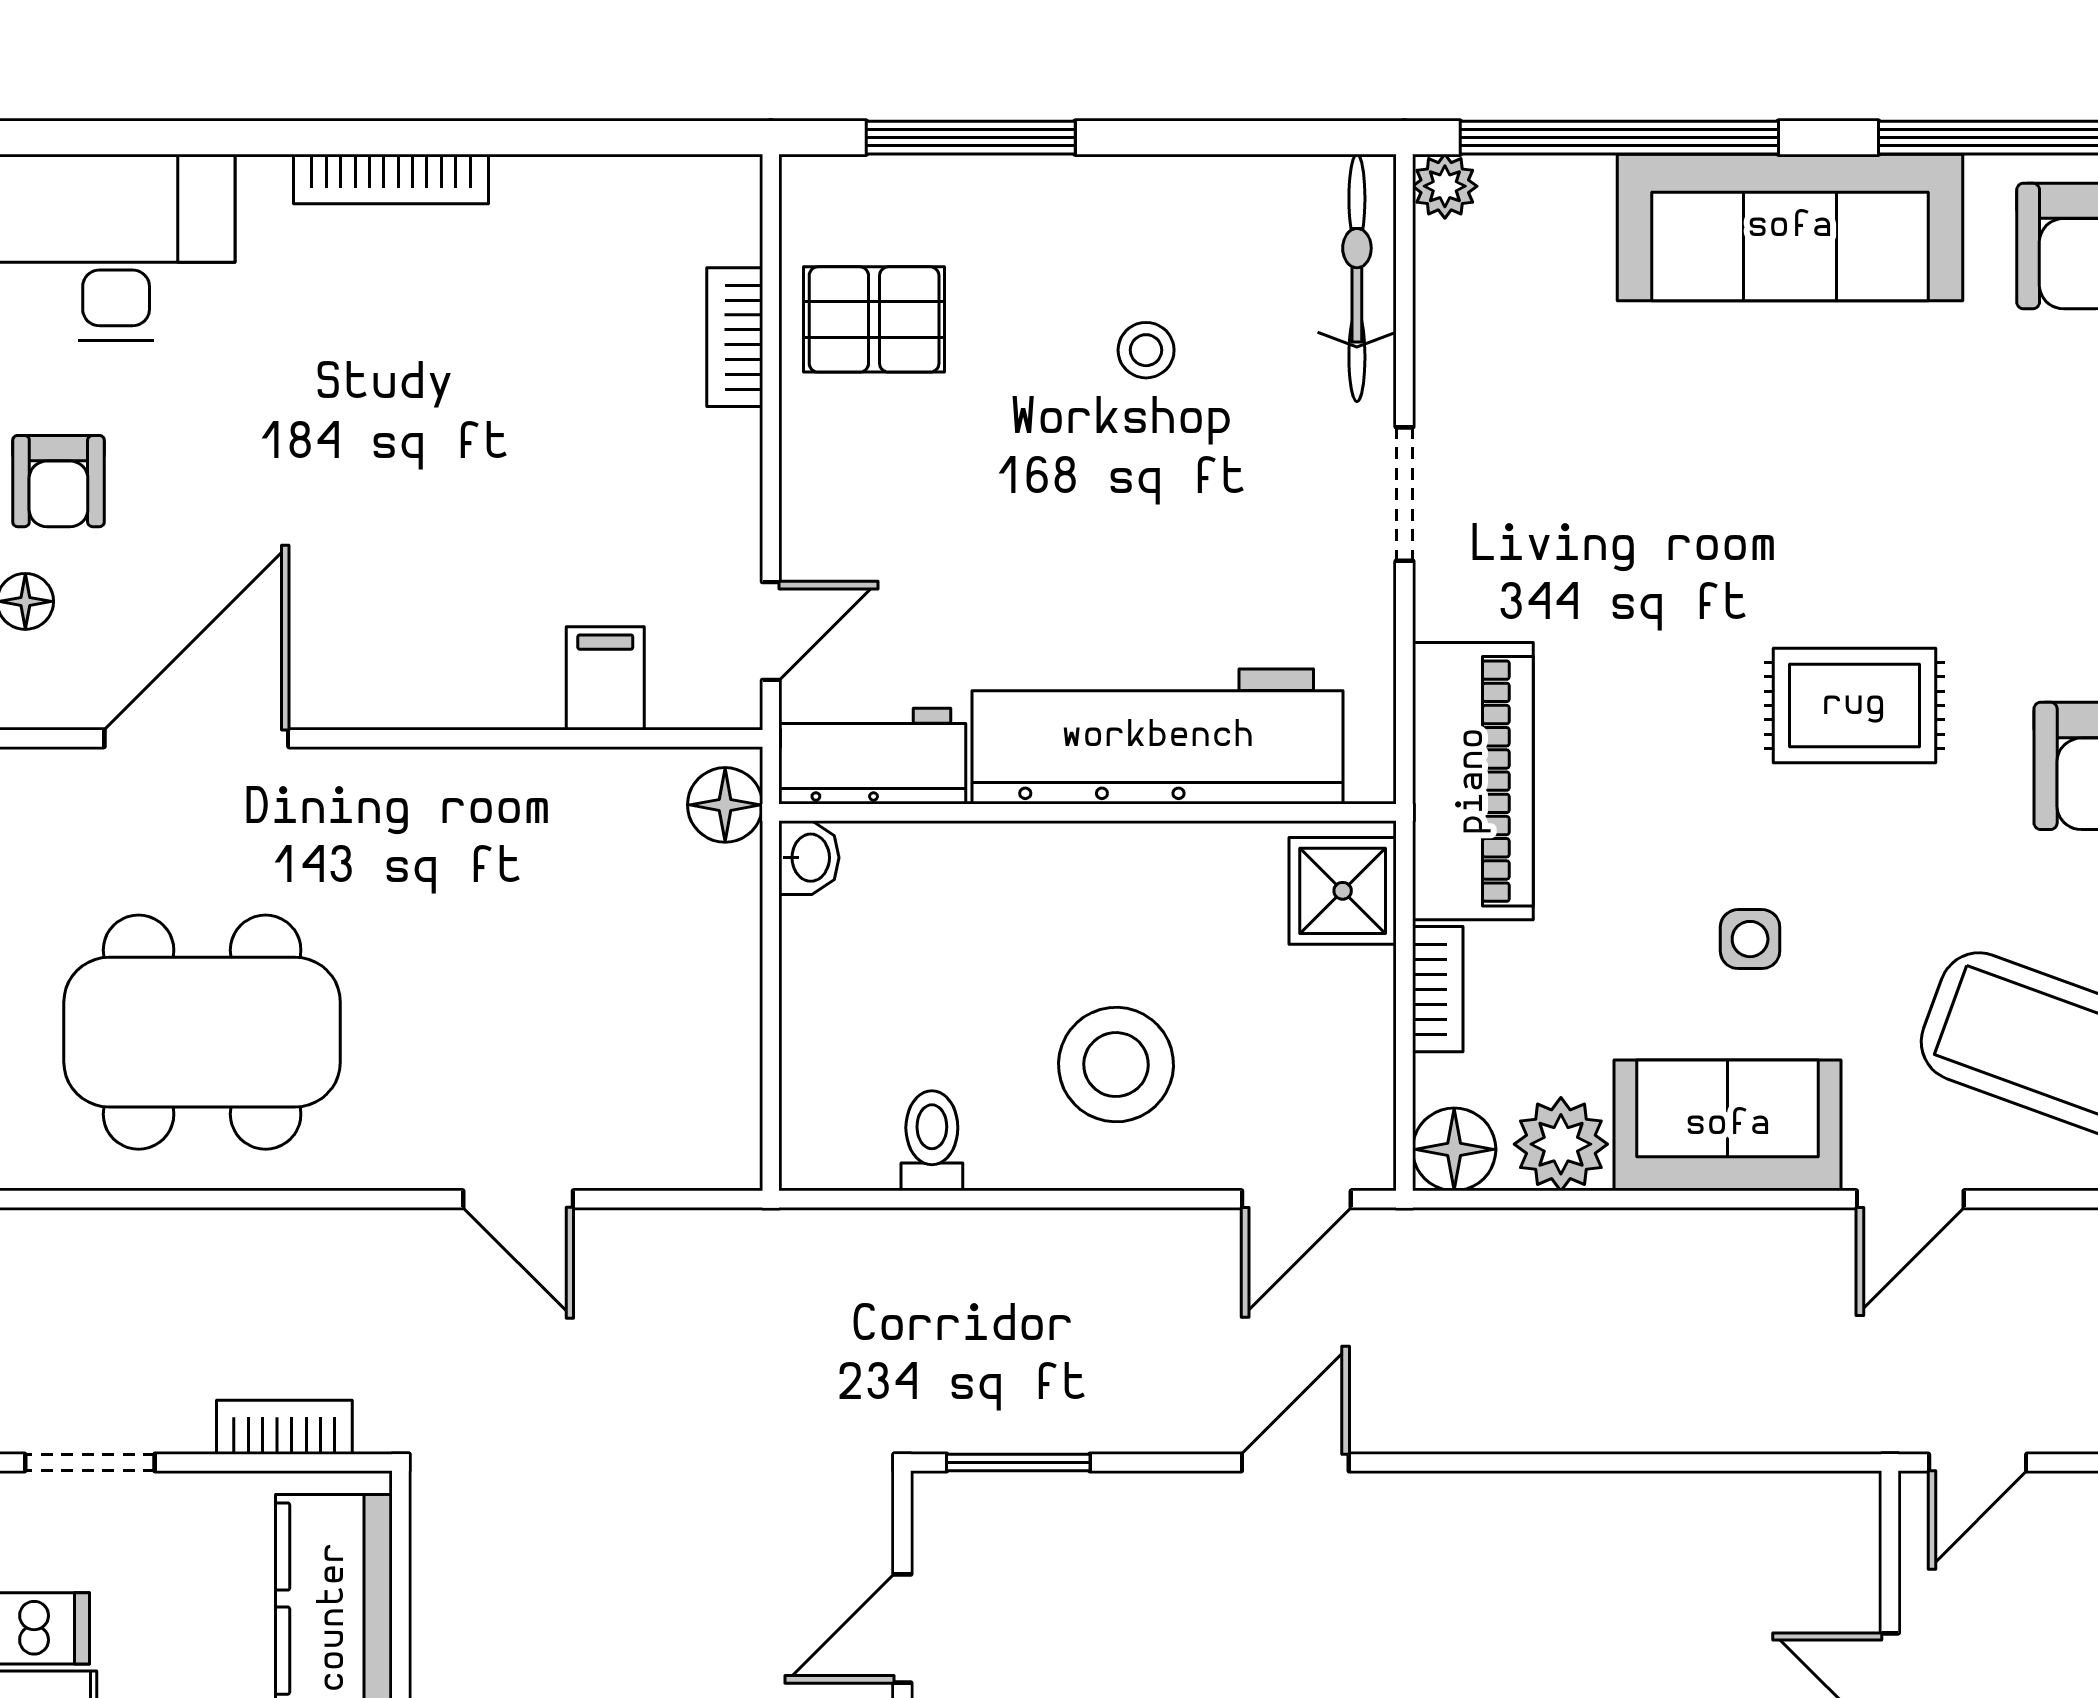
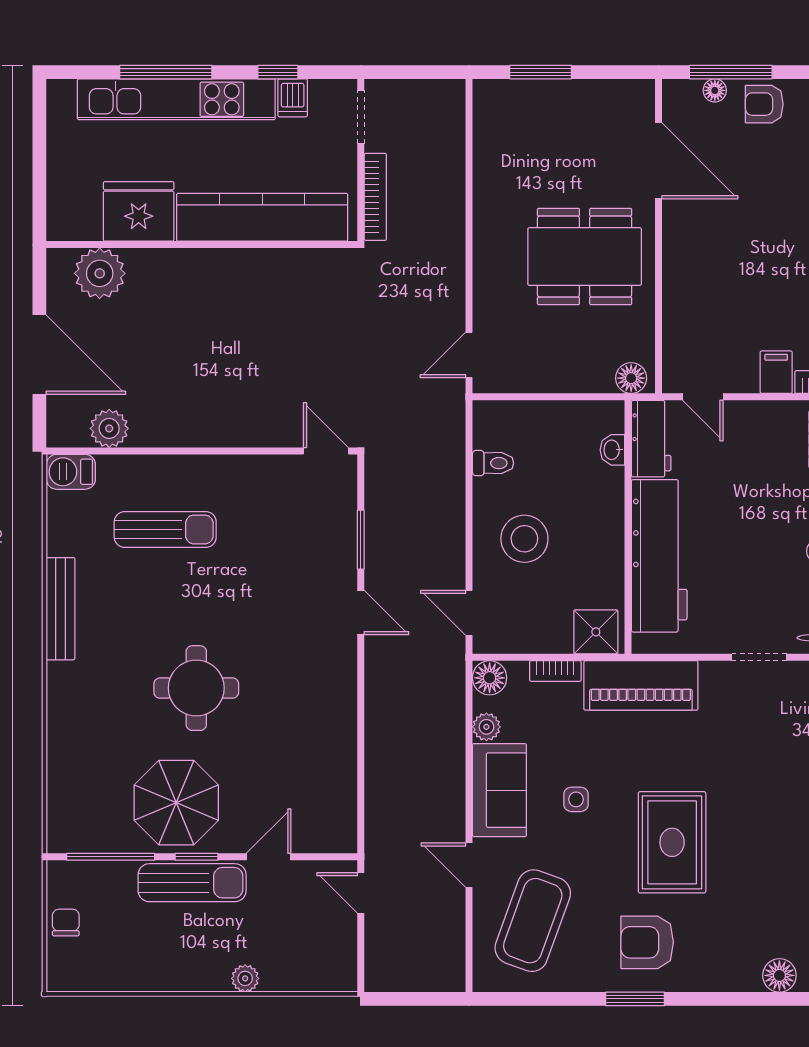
filing cabinet: (605, 678) -> (776, 372), moved, turned -90
rug: (1854, 705) -> (672, 842), width x1.36, depth x1.43
washbasin: (809, 858) -> (612, 450), moved, turned 90
dining table: (202, 1032) -> (585, 257), moved, turned 90
plant: (1561, 1144) -> (486, 727), width x0.73, depth x0.73
door: (518, 1199) -> (469, 355), moved
bookcase: (284, 1427) -> (375, 197), width x1.56
window: (1018, 1463) -> (361, 540), moved
door: (902, 1629) -> (326, 451), moved

